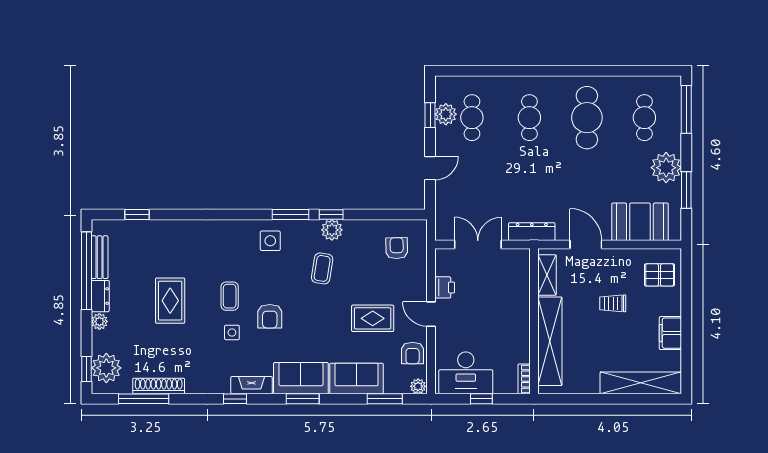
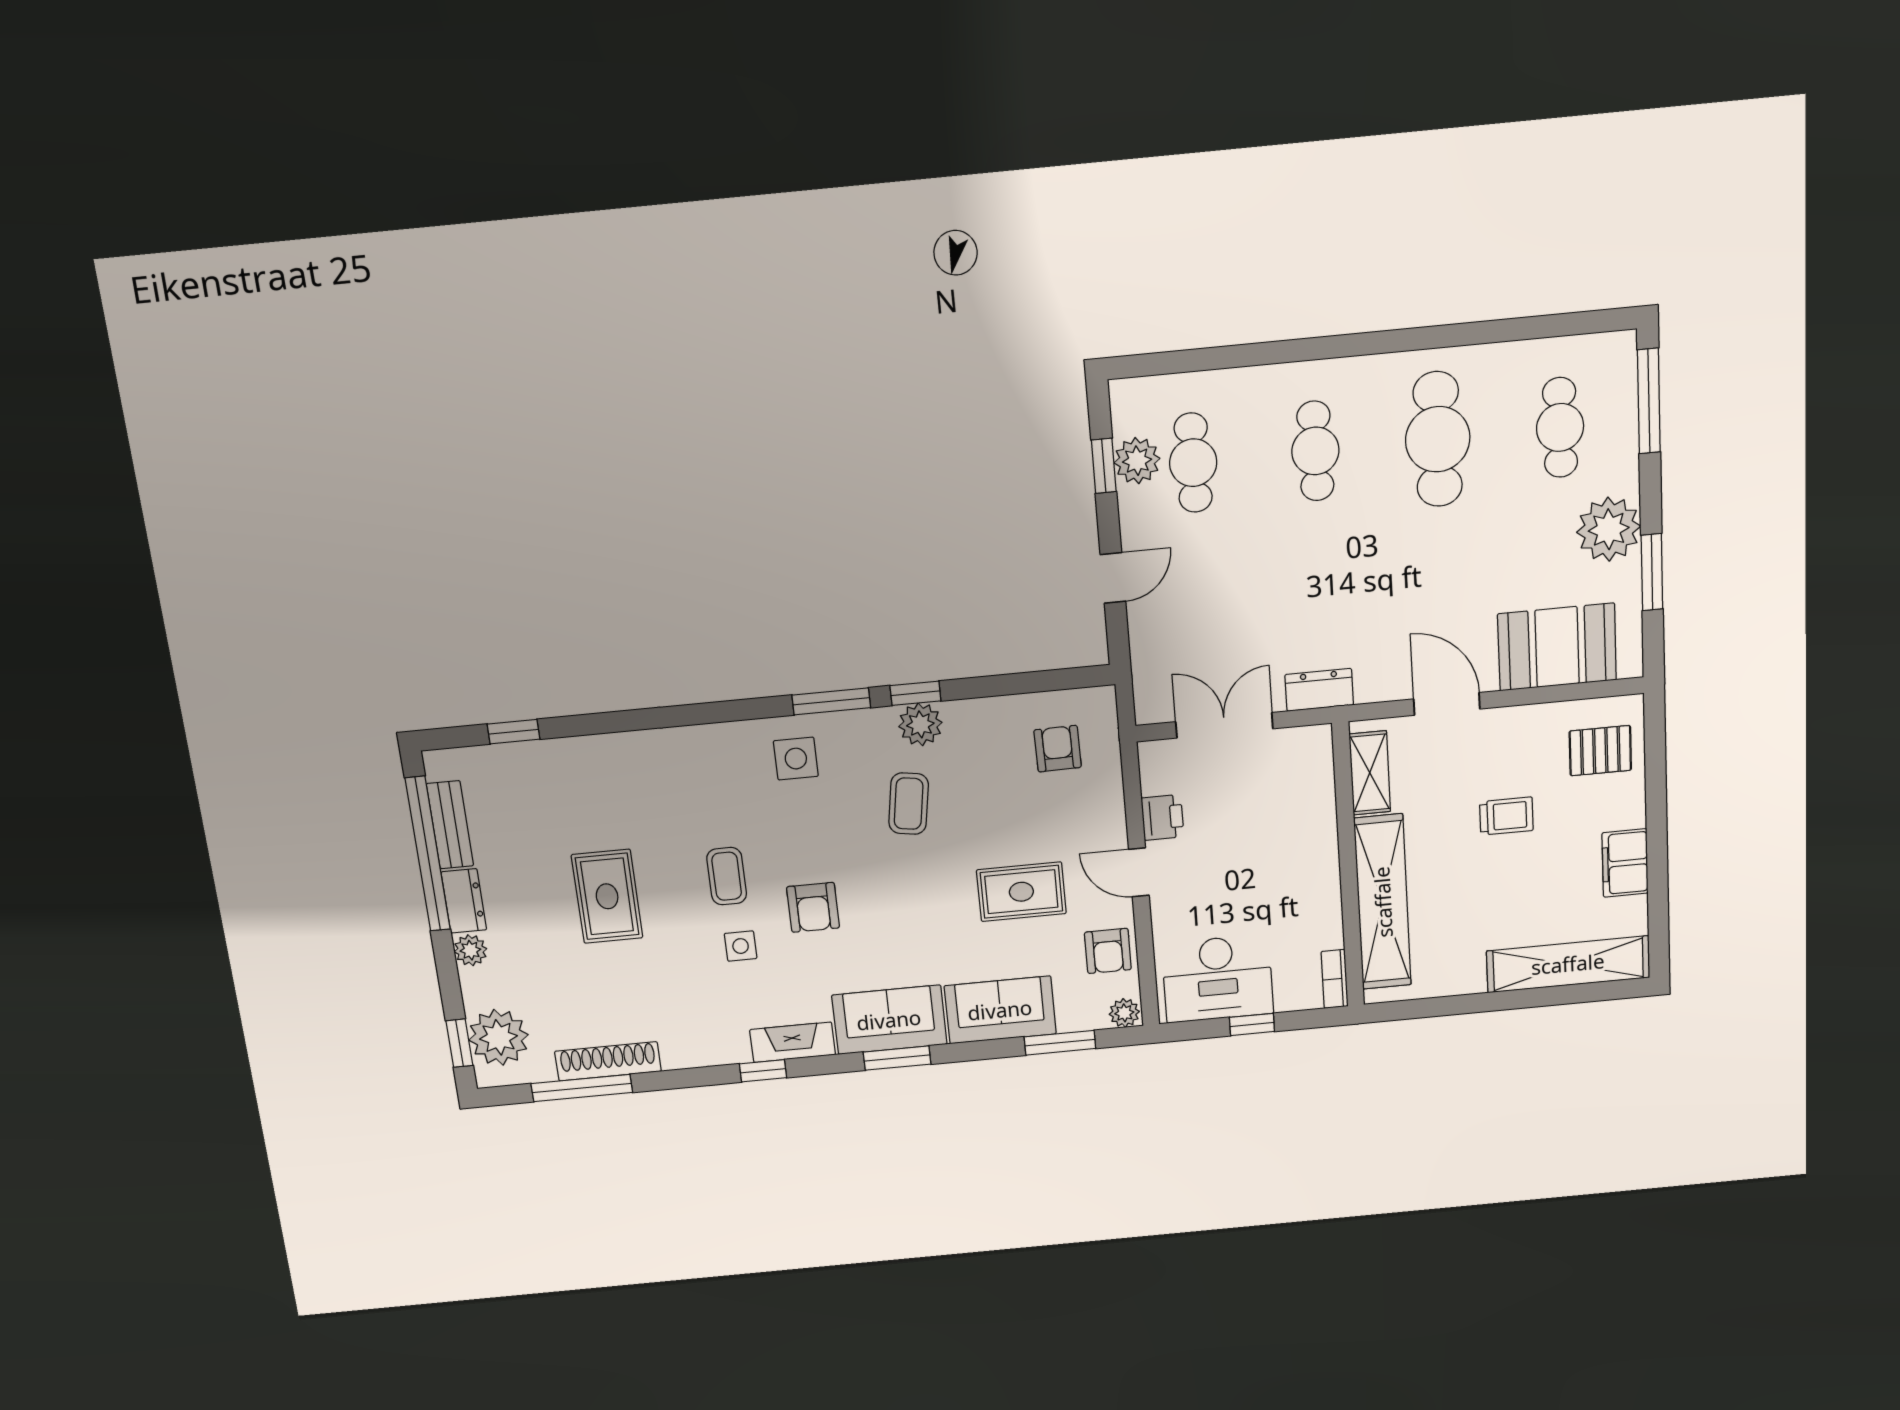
dresser: (532, 232) -> (1319, 690), width x0.70
trolley: (613, 303) -> (1506, 816), turned 180

